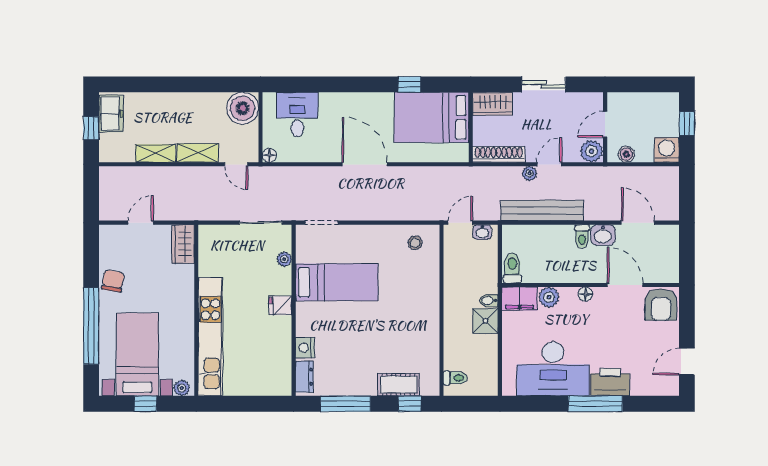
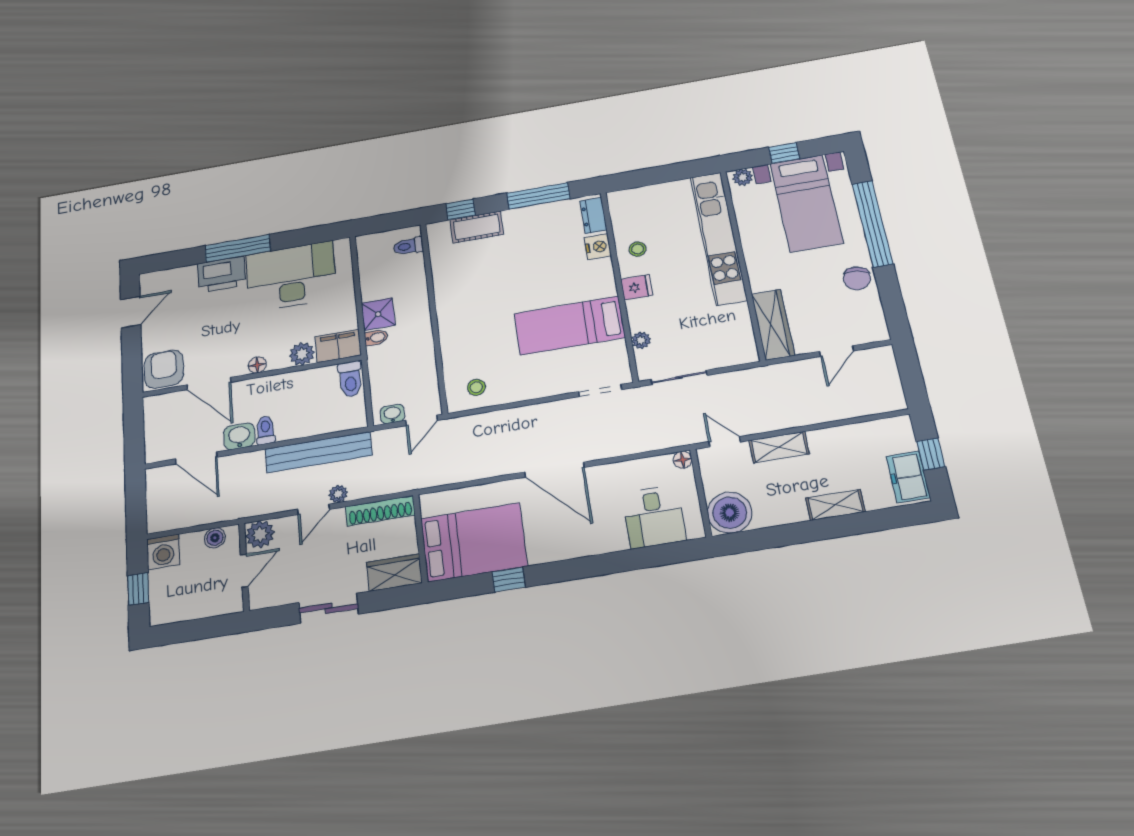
shelving: (156, 153) -> (835, 505), moved
wardrobe: (183, 244) -> (773, 325), width x1.50
stool: (274, 339) -> (638, 249), added

